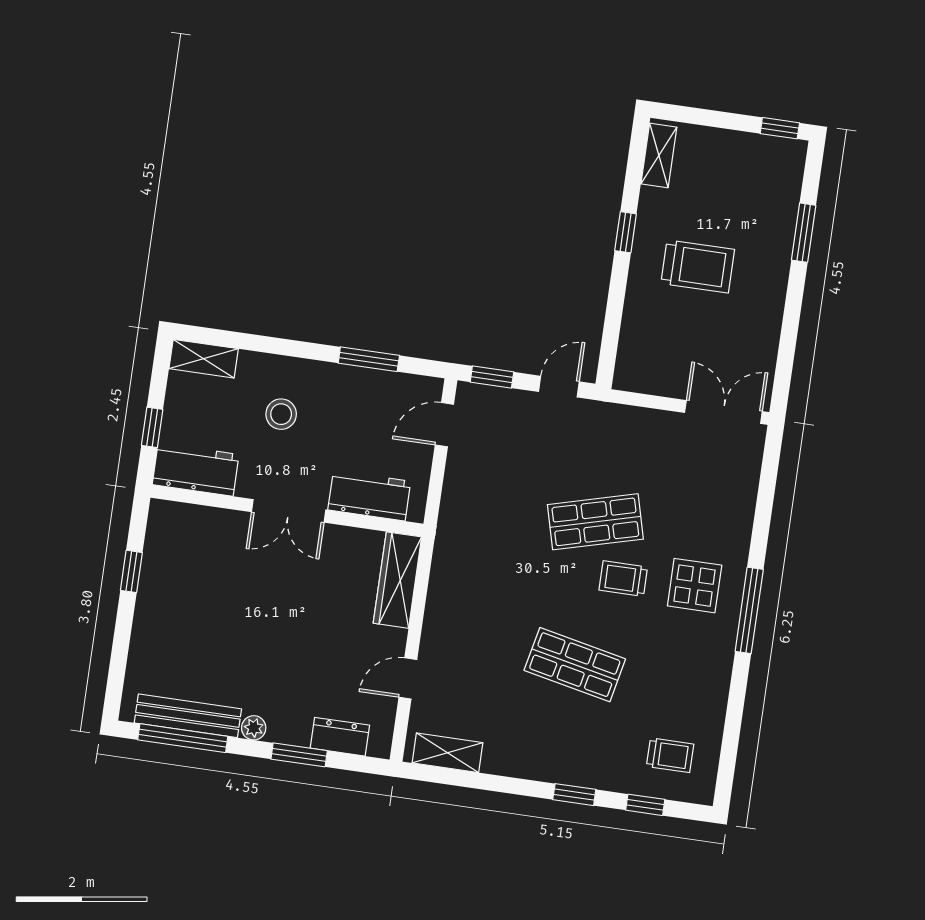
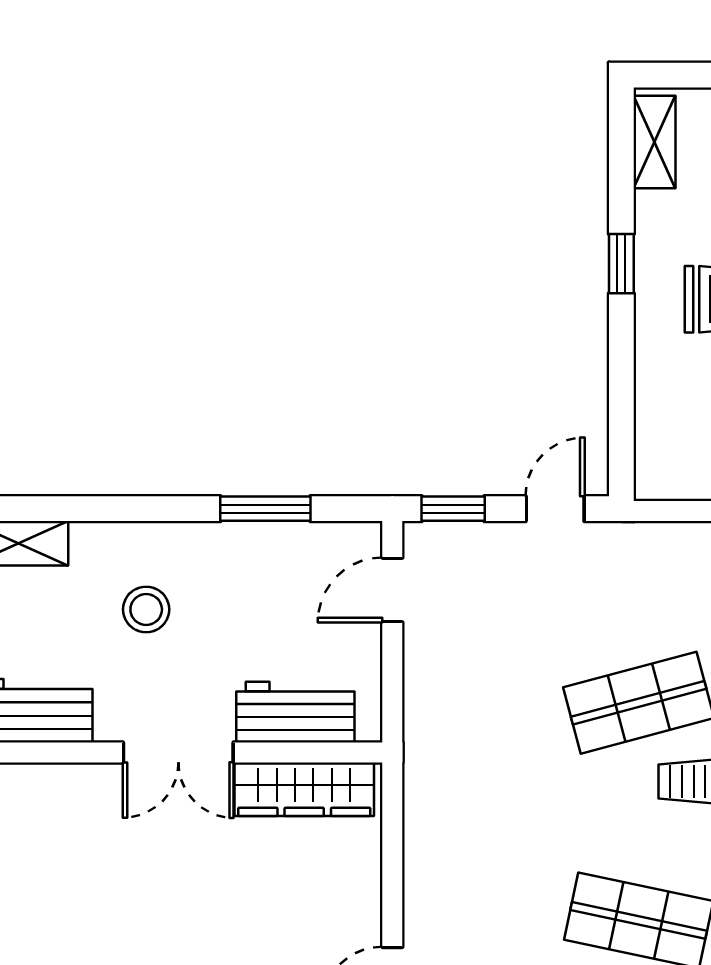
wardrobe: (397, 580) -> (304, 789), moved, turned -90

